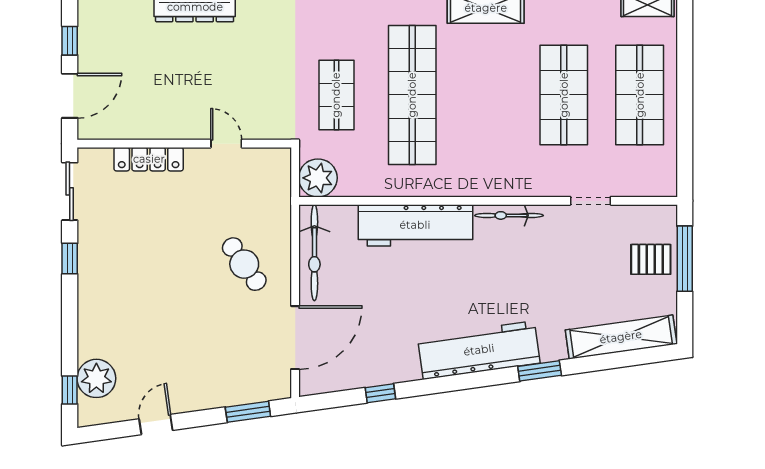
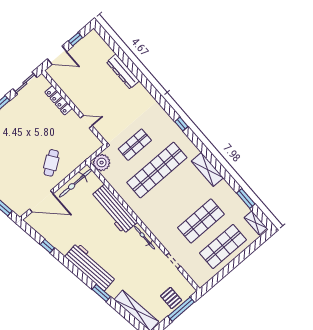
door: (226, 144) -> (86, 122), hinge flipped

